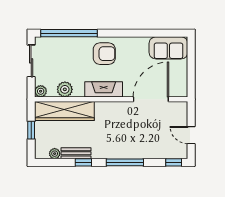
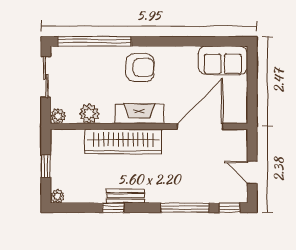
wardrobe: (64, 111) -> (123, 141), moved
bench: (76, 153) -> (125, 196), moved
plant: (55, 154) -> (57, 196), moved
window: (125, 162) -> (185, 208), moved

